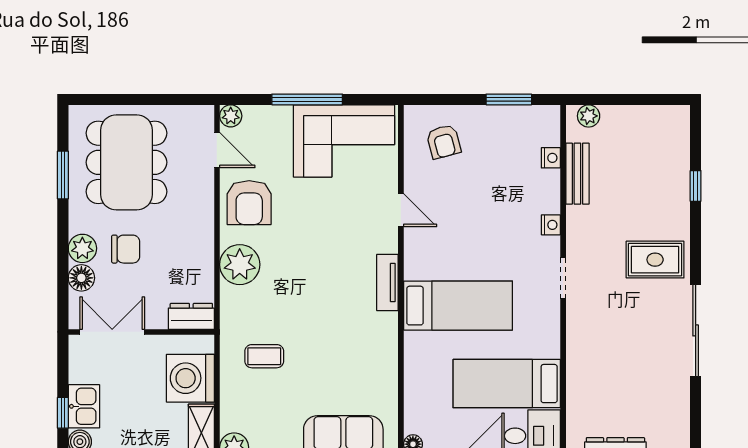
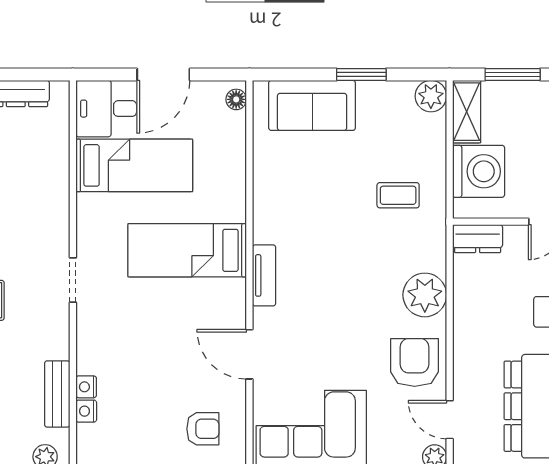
armchair: (444, 142) -> (203, 429), turned 105
door: (401, 210) -> (249, 354), width x1.38
nightstand: (551, 225) -> (86, 387), moved

